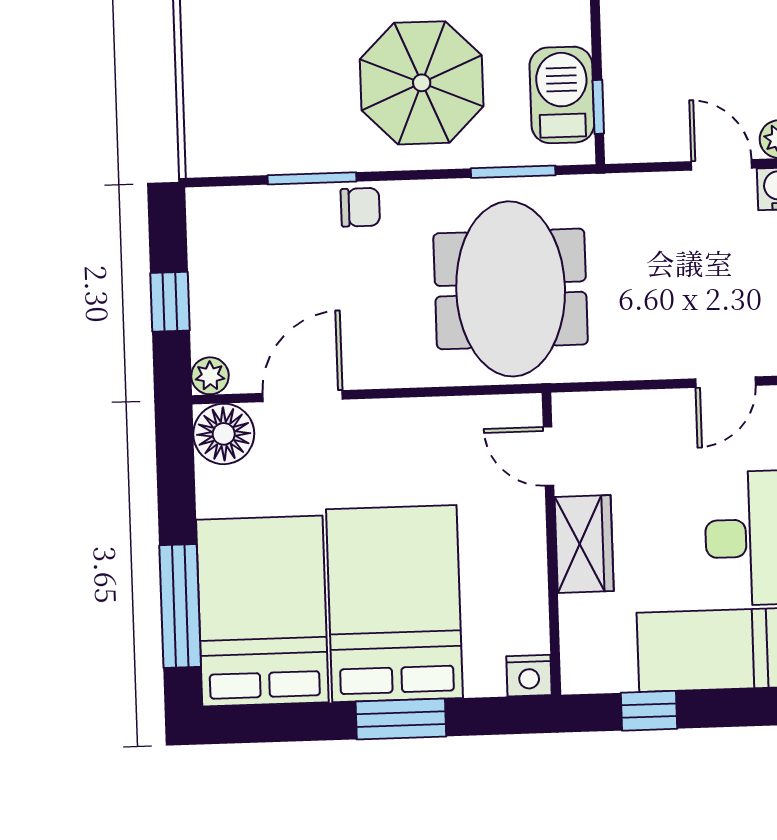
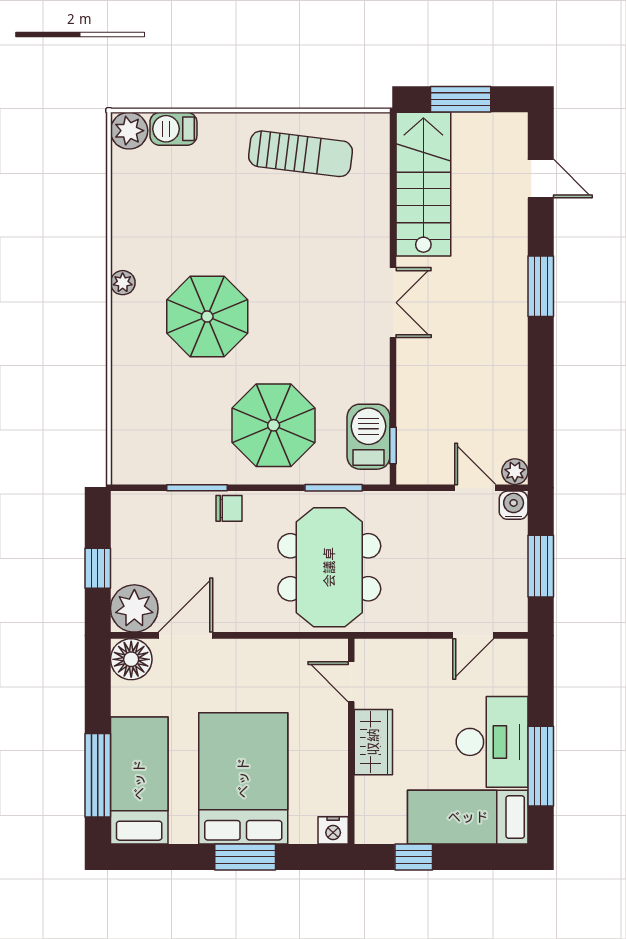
plant: (210, 376) -> (134, 608), width x1.87, depth x1.87
bed: (262, 611) -> (139, 780), width x0.67

